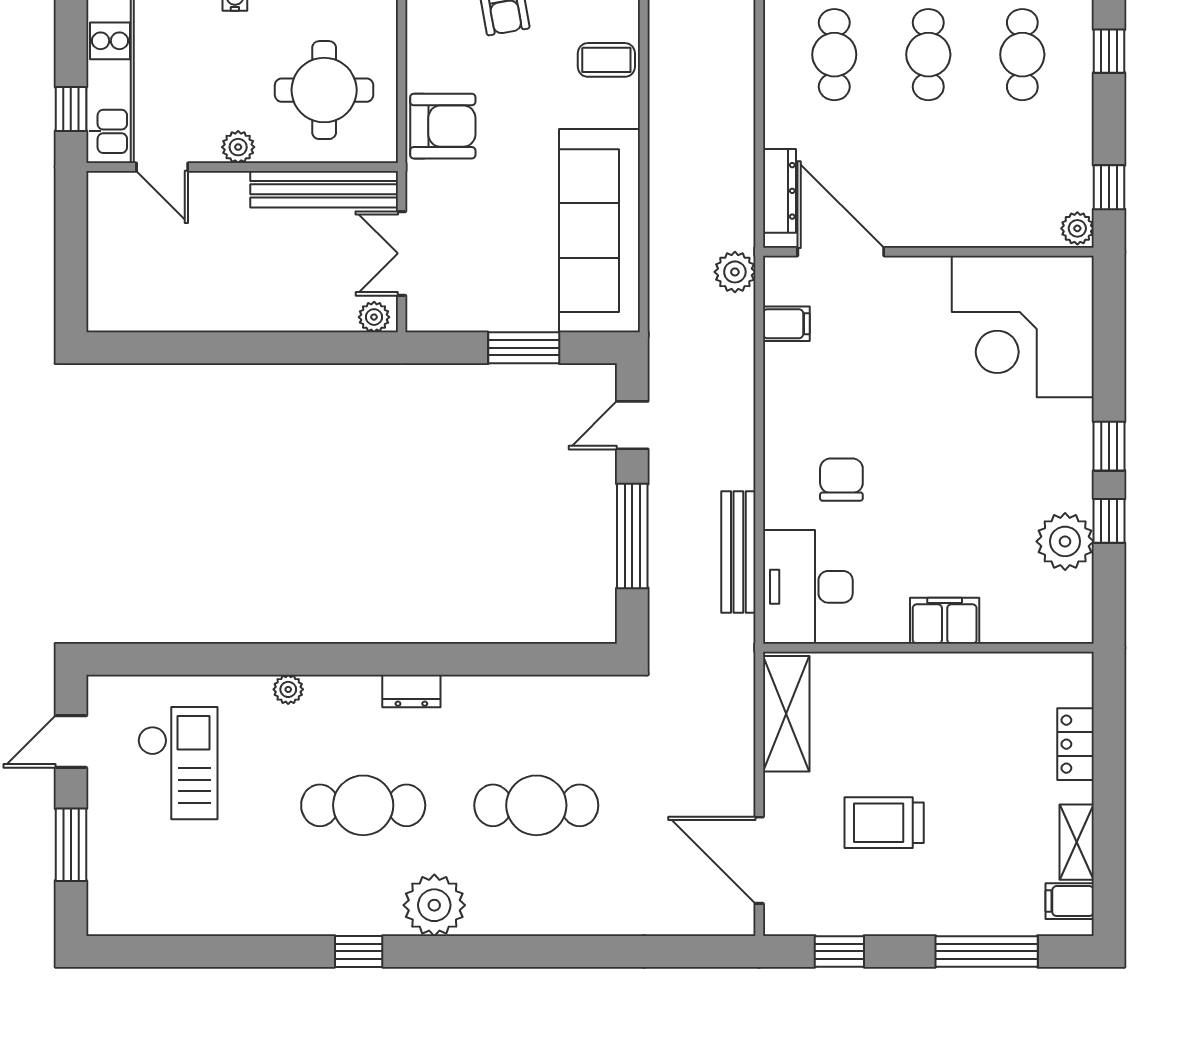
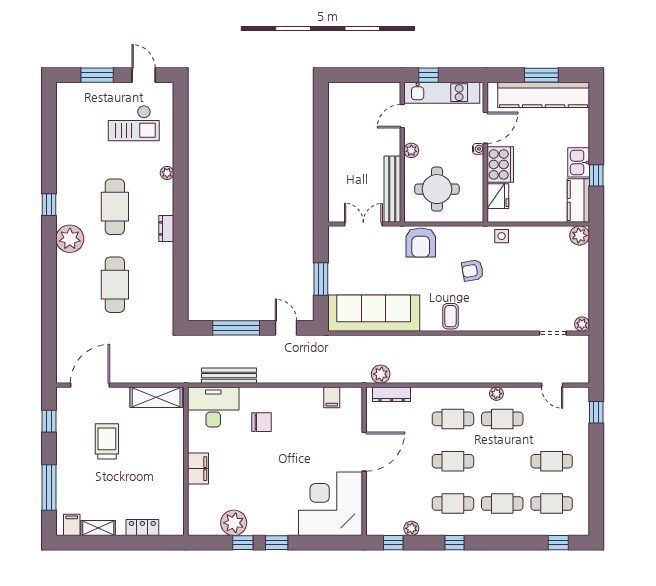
plant: (1077, 228) -> (411, 528), moved
door: (841, 252) -> (364, 452), moved
plant: (735, 272) -> (381, 374), moved
plant: (374, 317) -> (335, 212), removed

